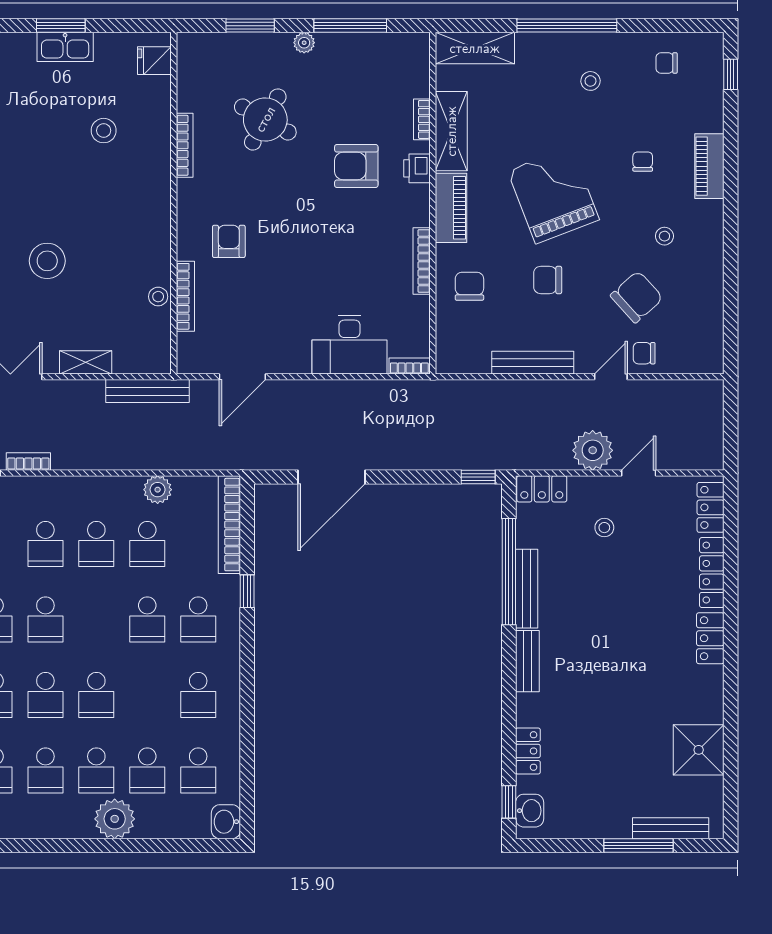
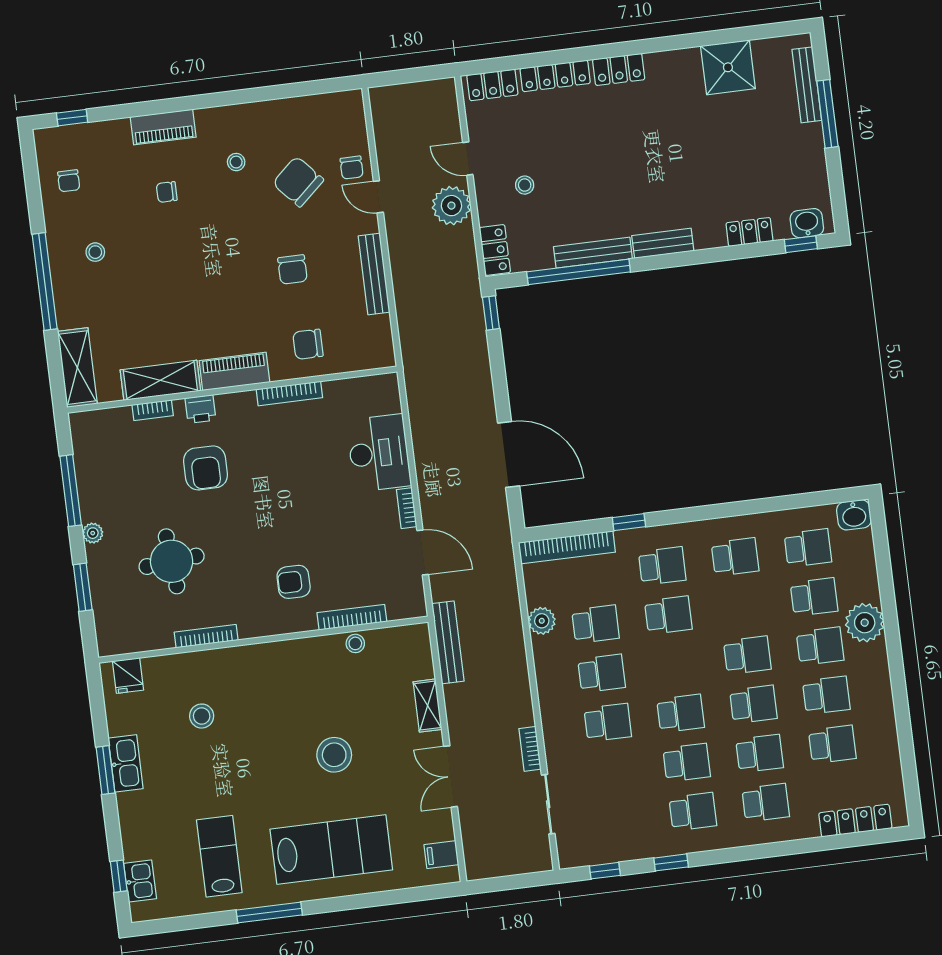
round table: (265, 119) -> (172, 561), turned -34
grand piano: (553, 195) -> (210, 274), removed
bookcase: (409, 366) -> (407, 508), moved

